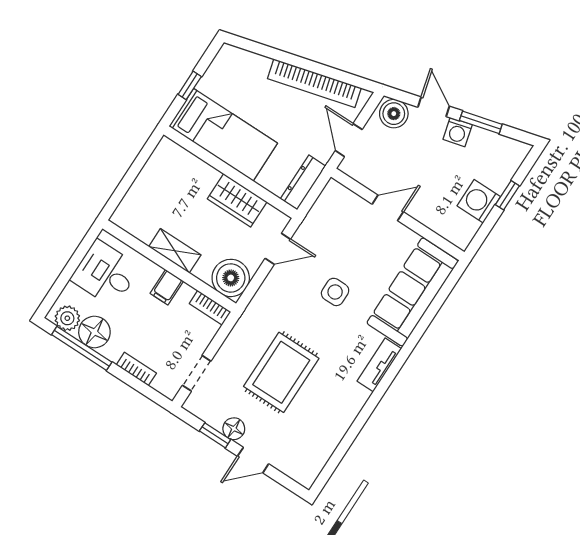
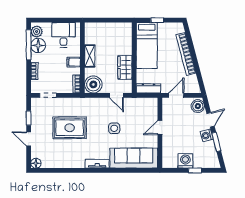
bookcase: (314, 83) -> (186, 54), moved
door: (388, 208) -> (160, 128), swing flipped
floor lamp: (234, 429) -> (36, 163), moved

